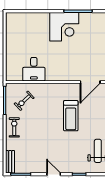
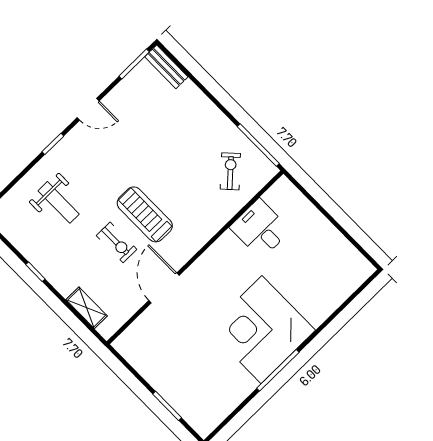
corner desk: (64, 27) -> (262, 330), width x1.36, depth x1.36
exercise bike: (14, 127) -> (117, 242), moved

